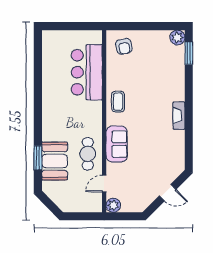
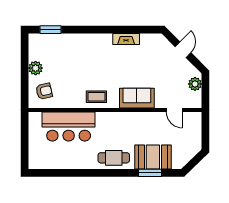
plant: (177, 37) -> (36, 68), moved
fireplace: (179, 116) -> (126, 39), moved
cafe table: (88, 154) -> (114, 158), moved
plant: (113, 205) -> (195, 84), moved

